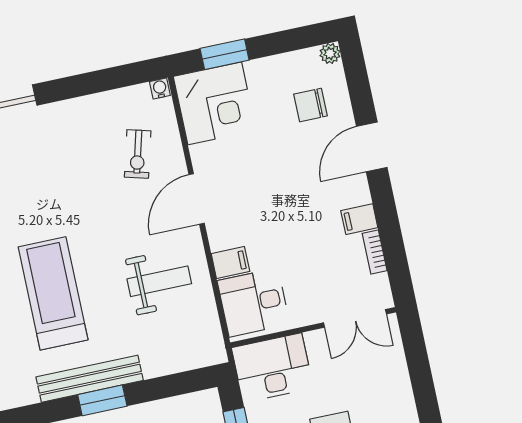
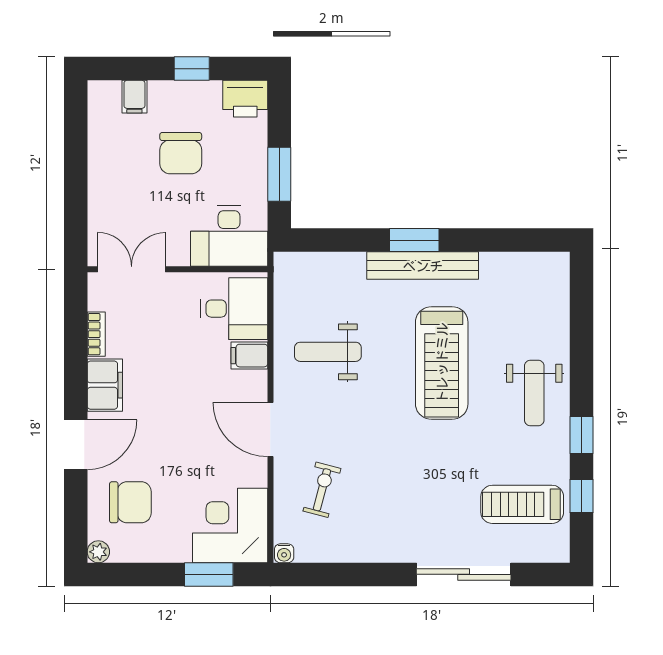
chair: (310, 105) -> (130, 502), width x1.37, depth x1.37
door: (197, 199) -> (270, 430), swing flipped
filing cabinet: (359, 219) -> (105, 385), width x2.00

